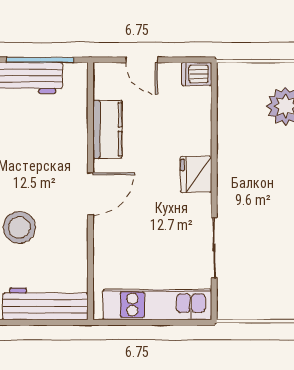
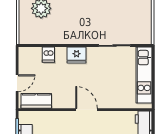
dishwasher: (197, 74) -> (48, 55), moved
kitchen counter: (107, 129) -> (36, 101), moved

